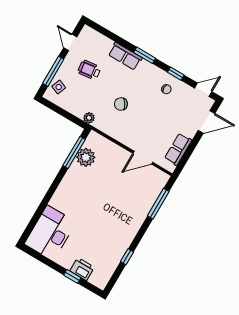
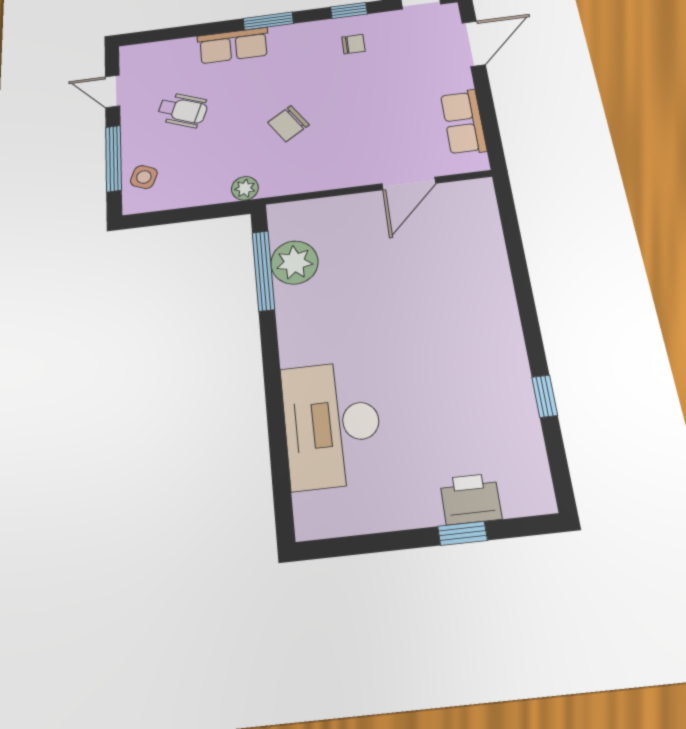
wheelchair: (89, 70) -> (183, 110), turned -152
window: (158, 204) -> (514, 243), removed
desk: (50, 233) -> (332, 424), moved

